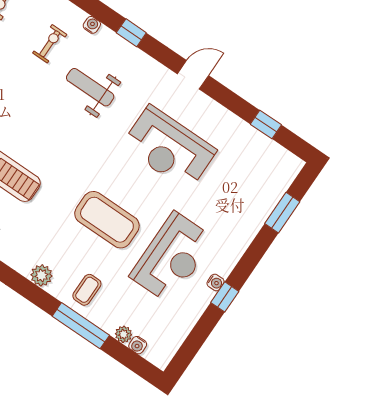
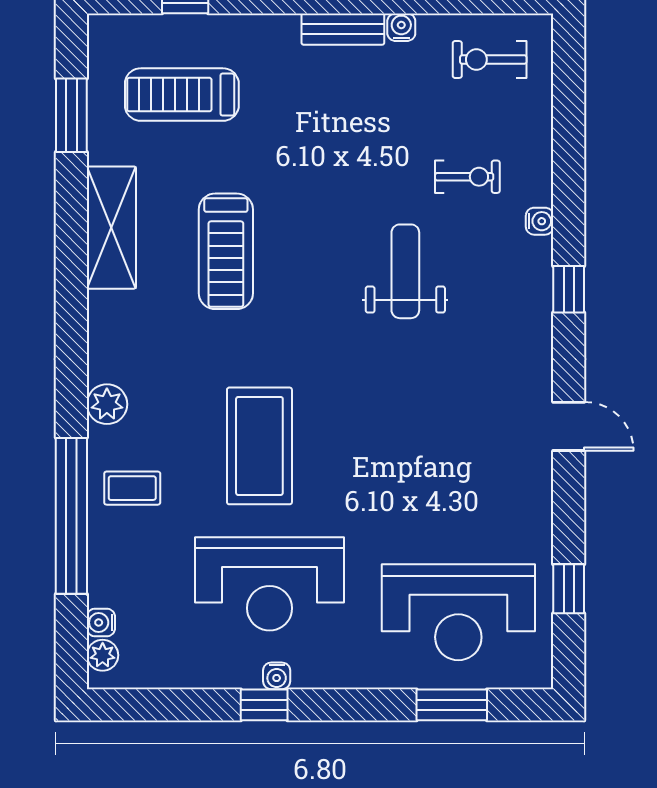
weight bench: (90, 87) -> (405, 271), moved
reception desk: (169, 148) -> (458, 612), moved, turned -90
window: (81, 326) -> (71, 516), width x1.46
plant: (124, 334) -> (103, 655), moved

